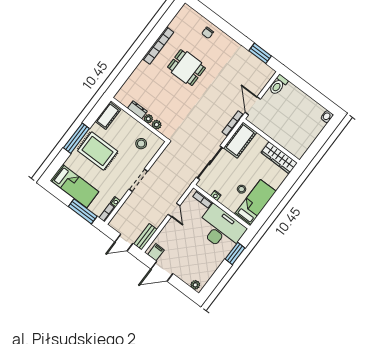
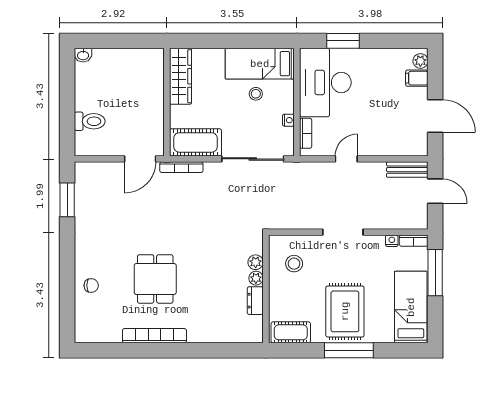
toilet: (278, 85) -> (90, 121), moved
filing cabinet: (156, 252) -> (417, 78), moved

